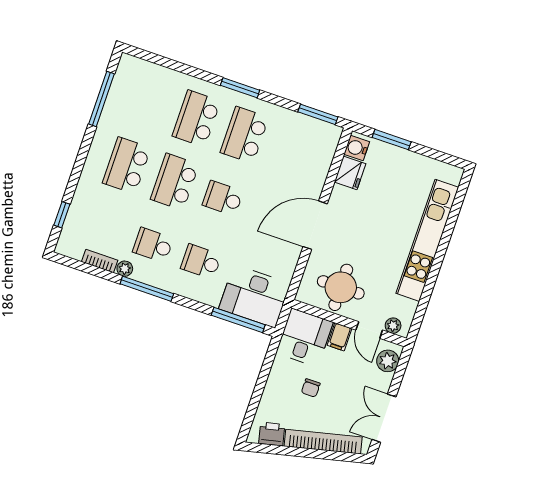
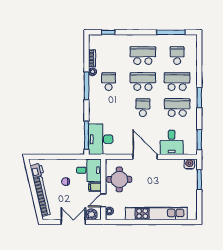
desk: (305, 167) -> (172, 142), added
fridge: (350, 173) -> (176, 165), removed
school desk: (201, 262) -> (177, 56), moved
double door: (384, 418) -> (73, 222), moved

